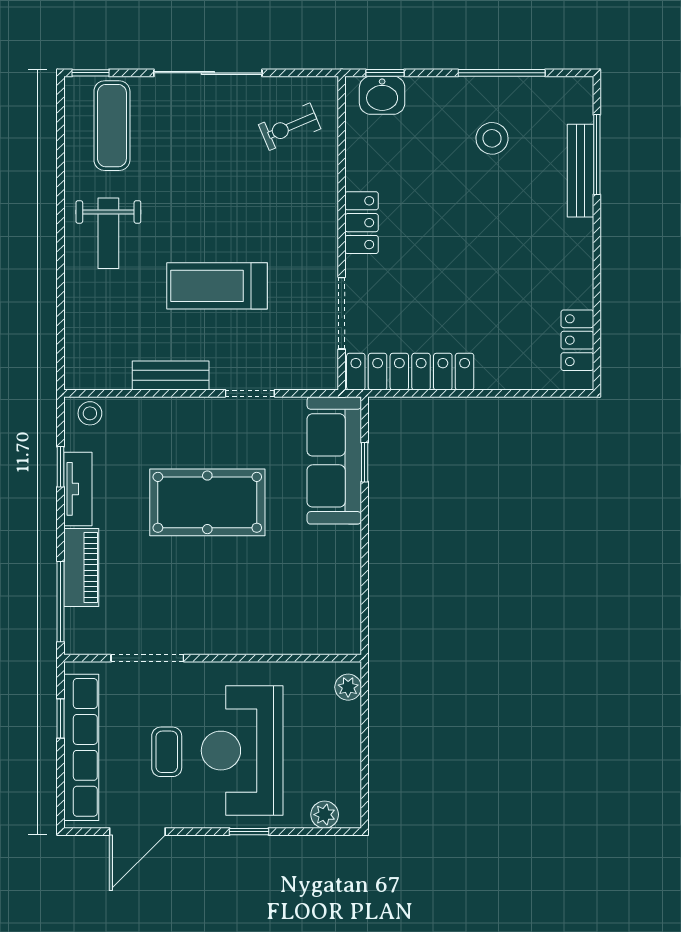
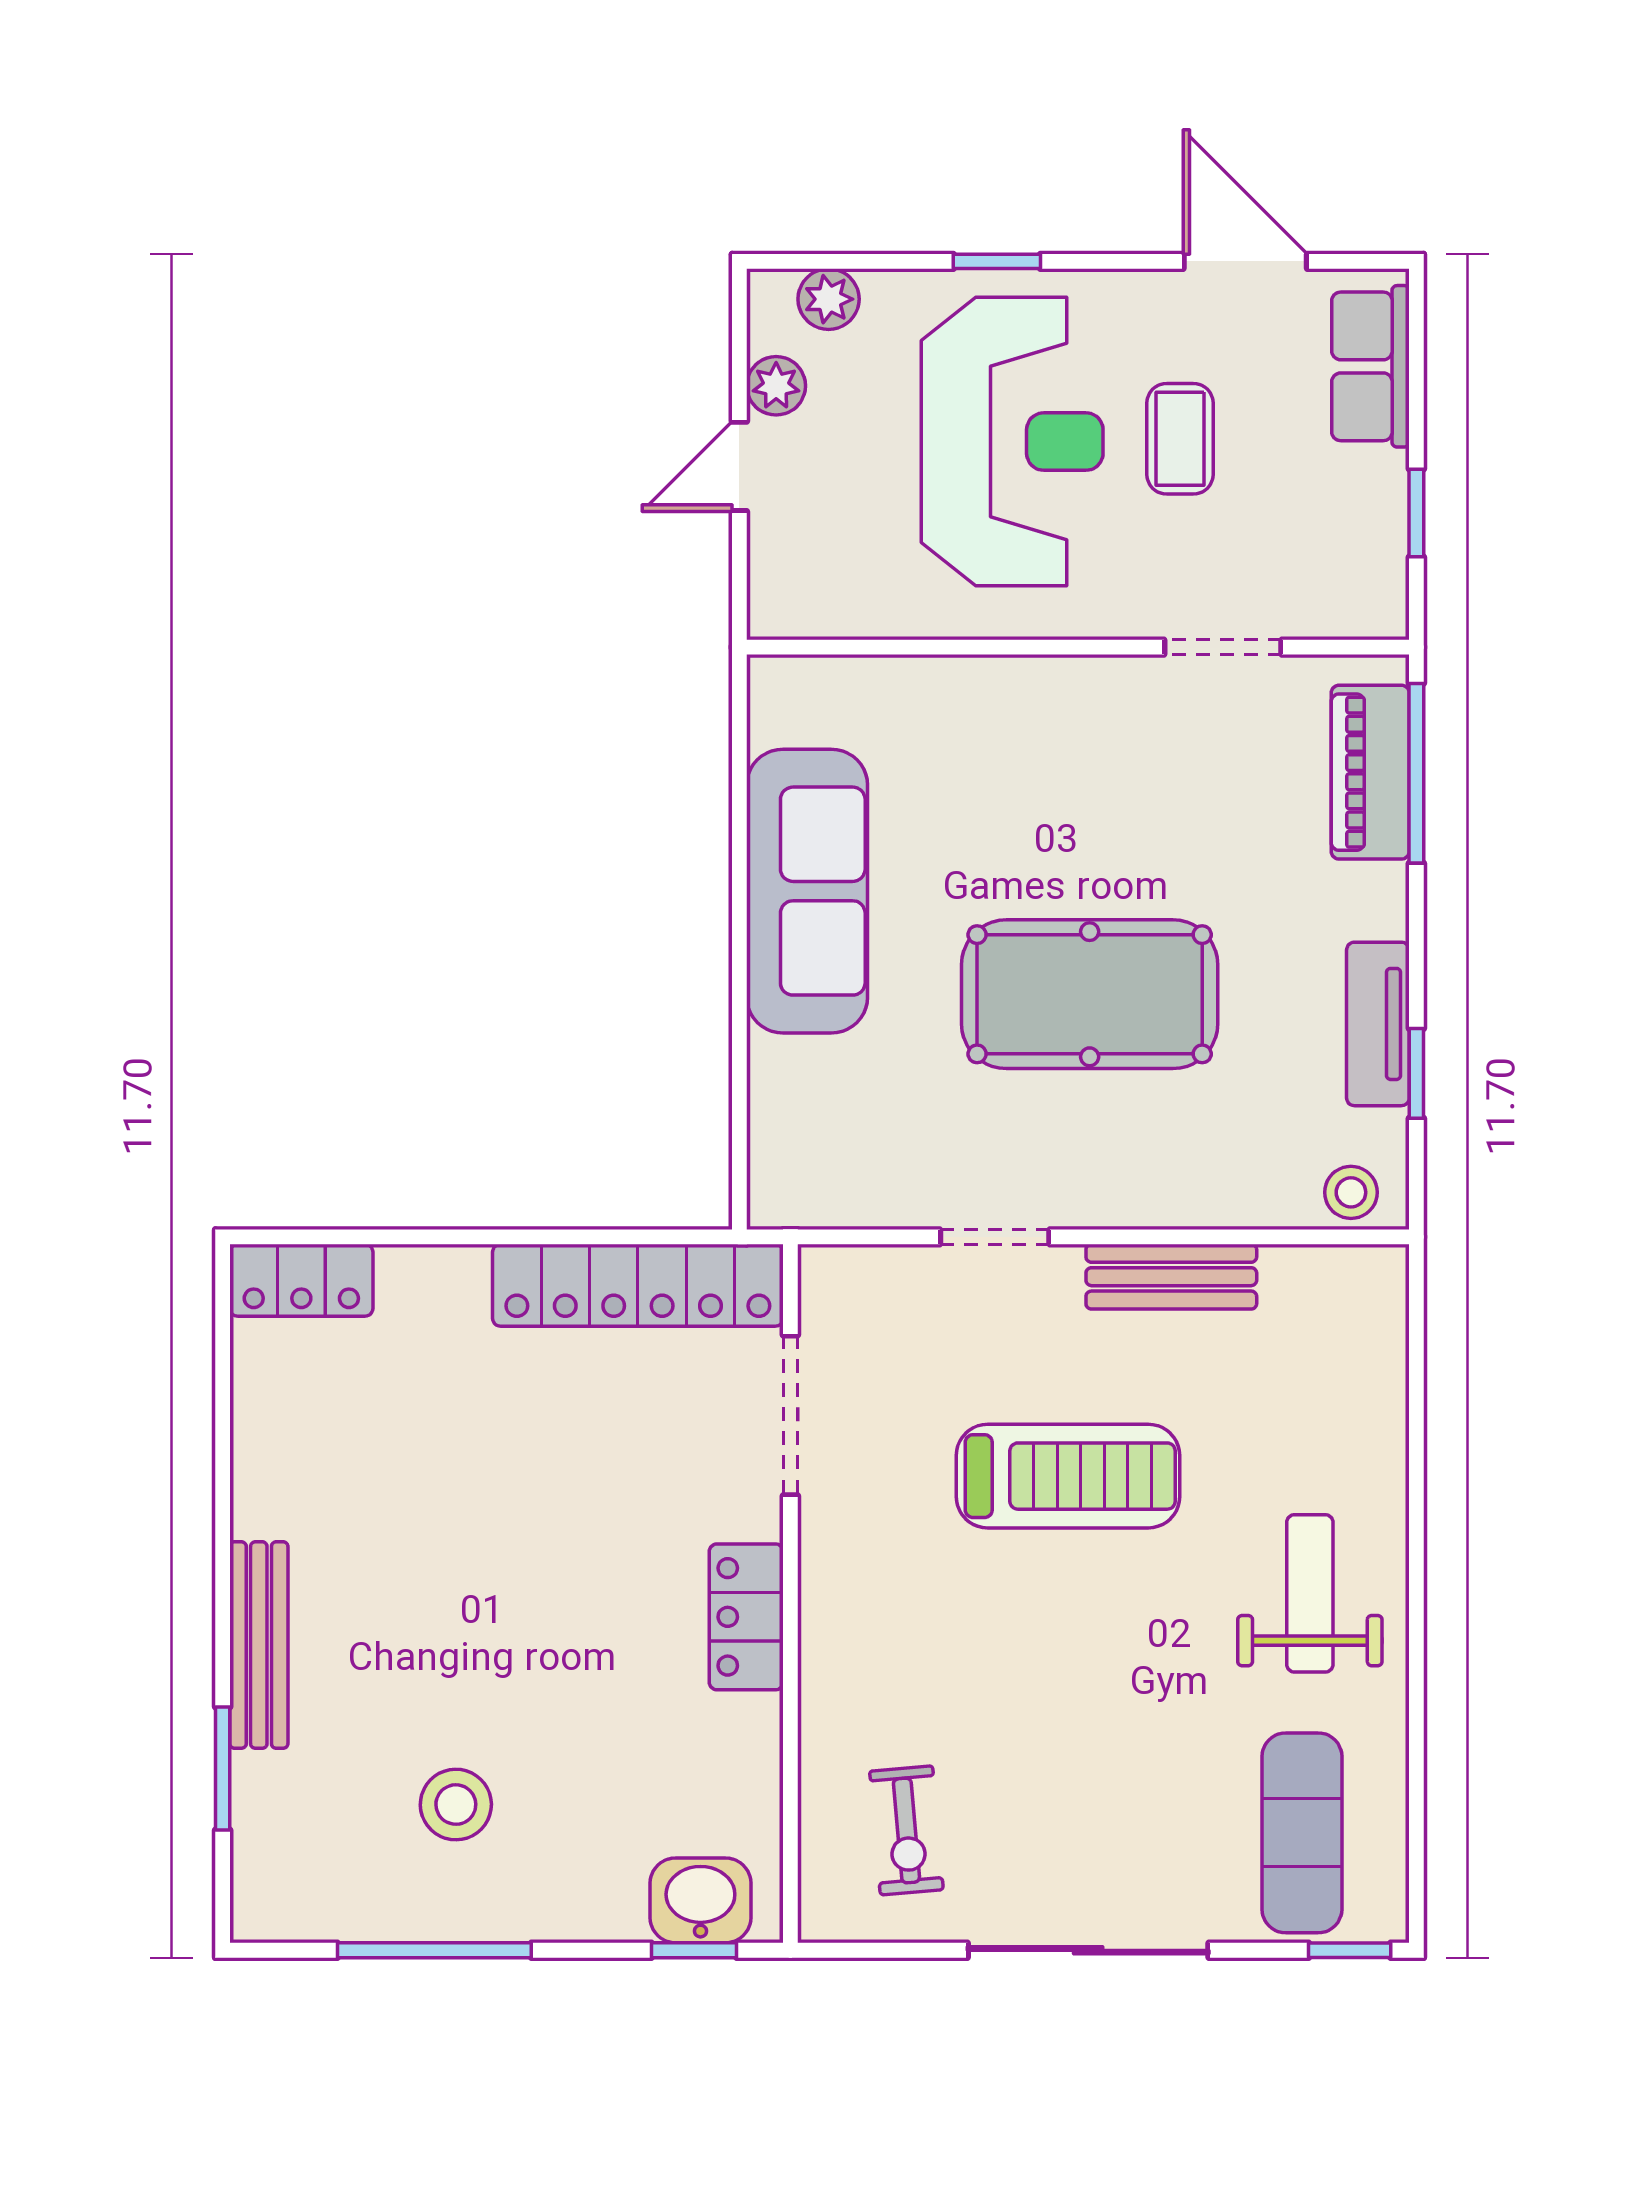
exercise bike: (290, 127) -> (906, 1830), turned 108
window: (597, 155) -> (223, 1768), width x0.69
bench: (580, 171) -> (259, 1645), moved
locker: (577, 340) -> (301, 1280), moved, turned 90
sofa: (334, 460) -> (807, 891), moved
window: (365, 462) -> (739, 1084), removed
piano: (81, 567) -> (1370, 772), moved
doorway: (147, 658) -> (1223, 647), width x0.73
plant: (348, 687) -> (776, 386), moved
door: (365, 739) -> (739, 466), added
row of seats: (81, 747) -> (1370, 366), width x0.50
door: (137, 832) -> (1245, 261), hinge flipped

